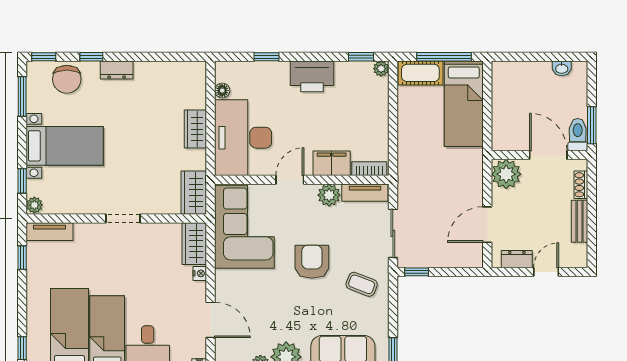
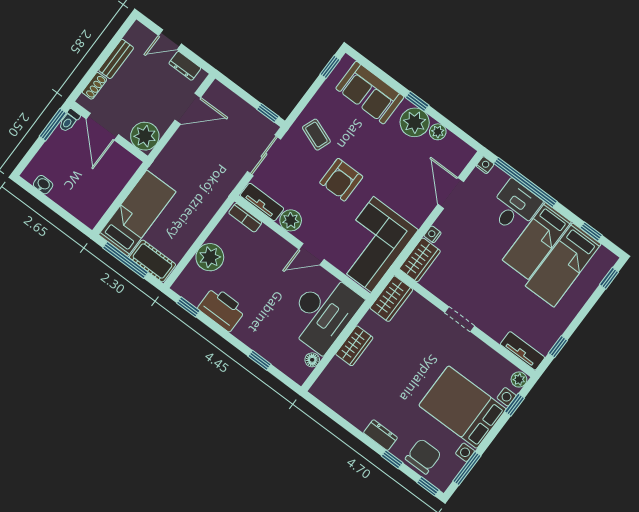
plant: (381, 69) -> (210, 257), moved, width x1.88, depth x1.88
printer: (312, 76) -> (222, 309), moved
toilet: (578, 135) -> (69, 121), width x0.73, depth x0.72
bed with nightstands: (65, 146) -> (463, 407), width x1.36
filing cabinet: (332, 163) -> (271, 243), removed

